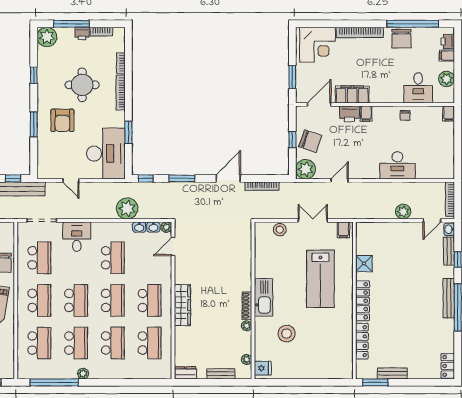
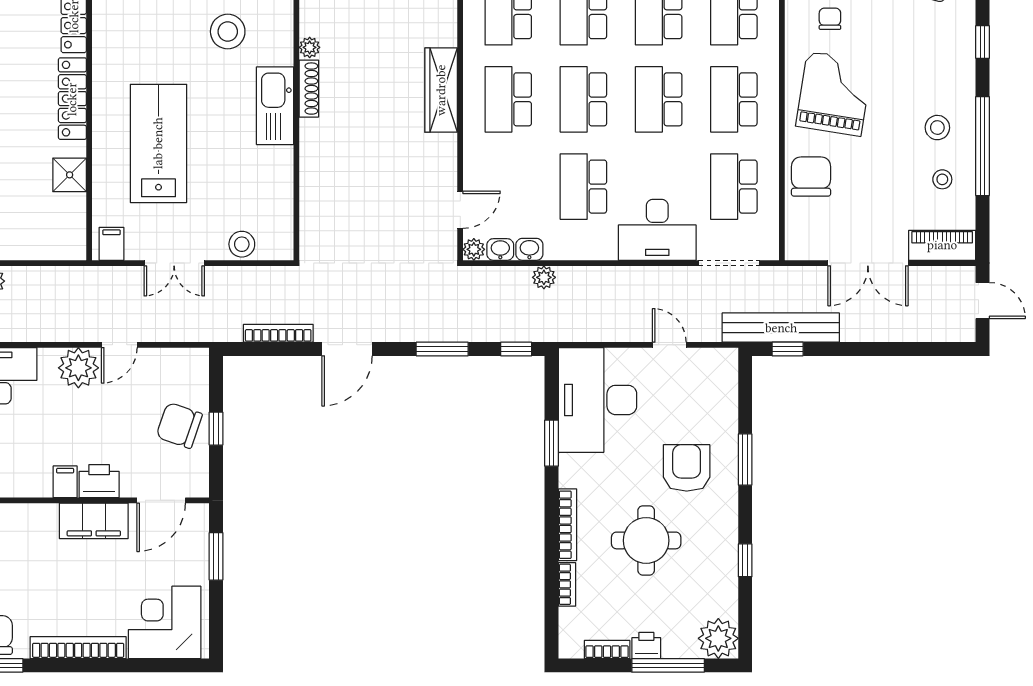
plant: (306, 169) -> (78, 368), moved
plant: (127, 208) -> (544, 277), width x0.53, depth x0.53
desk: (77, 237) -> (657, 230), width x1.37

